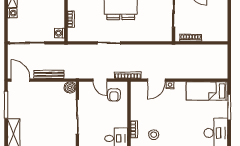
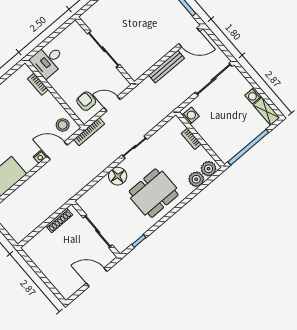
floor lamp: (133, 34) -> (118, 176), added
door: (156, 80) -> (57, 151), hinge flipped
boiler: (70, 87) -> (135, 72), removed
stool: (154, 135) -> (63, 125), moved

